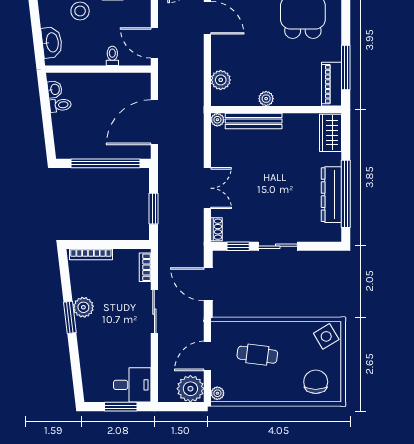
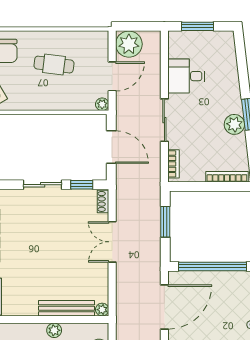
cafe table: (257, 355) -> (54, 65), moved
desk: (132, 385) -> (186, 76), moved
plant: (217, 393) -> (102, 104), moved

